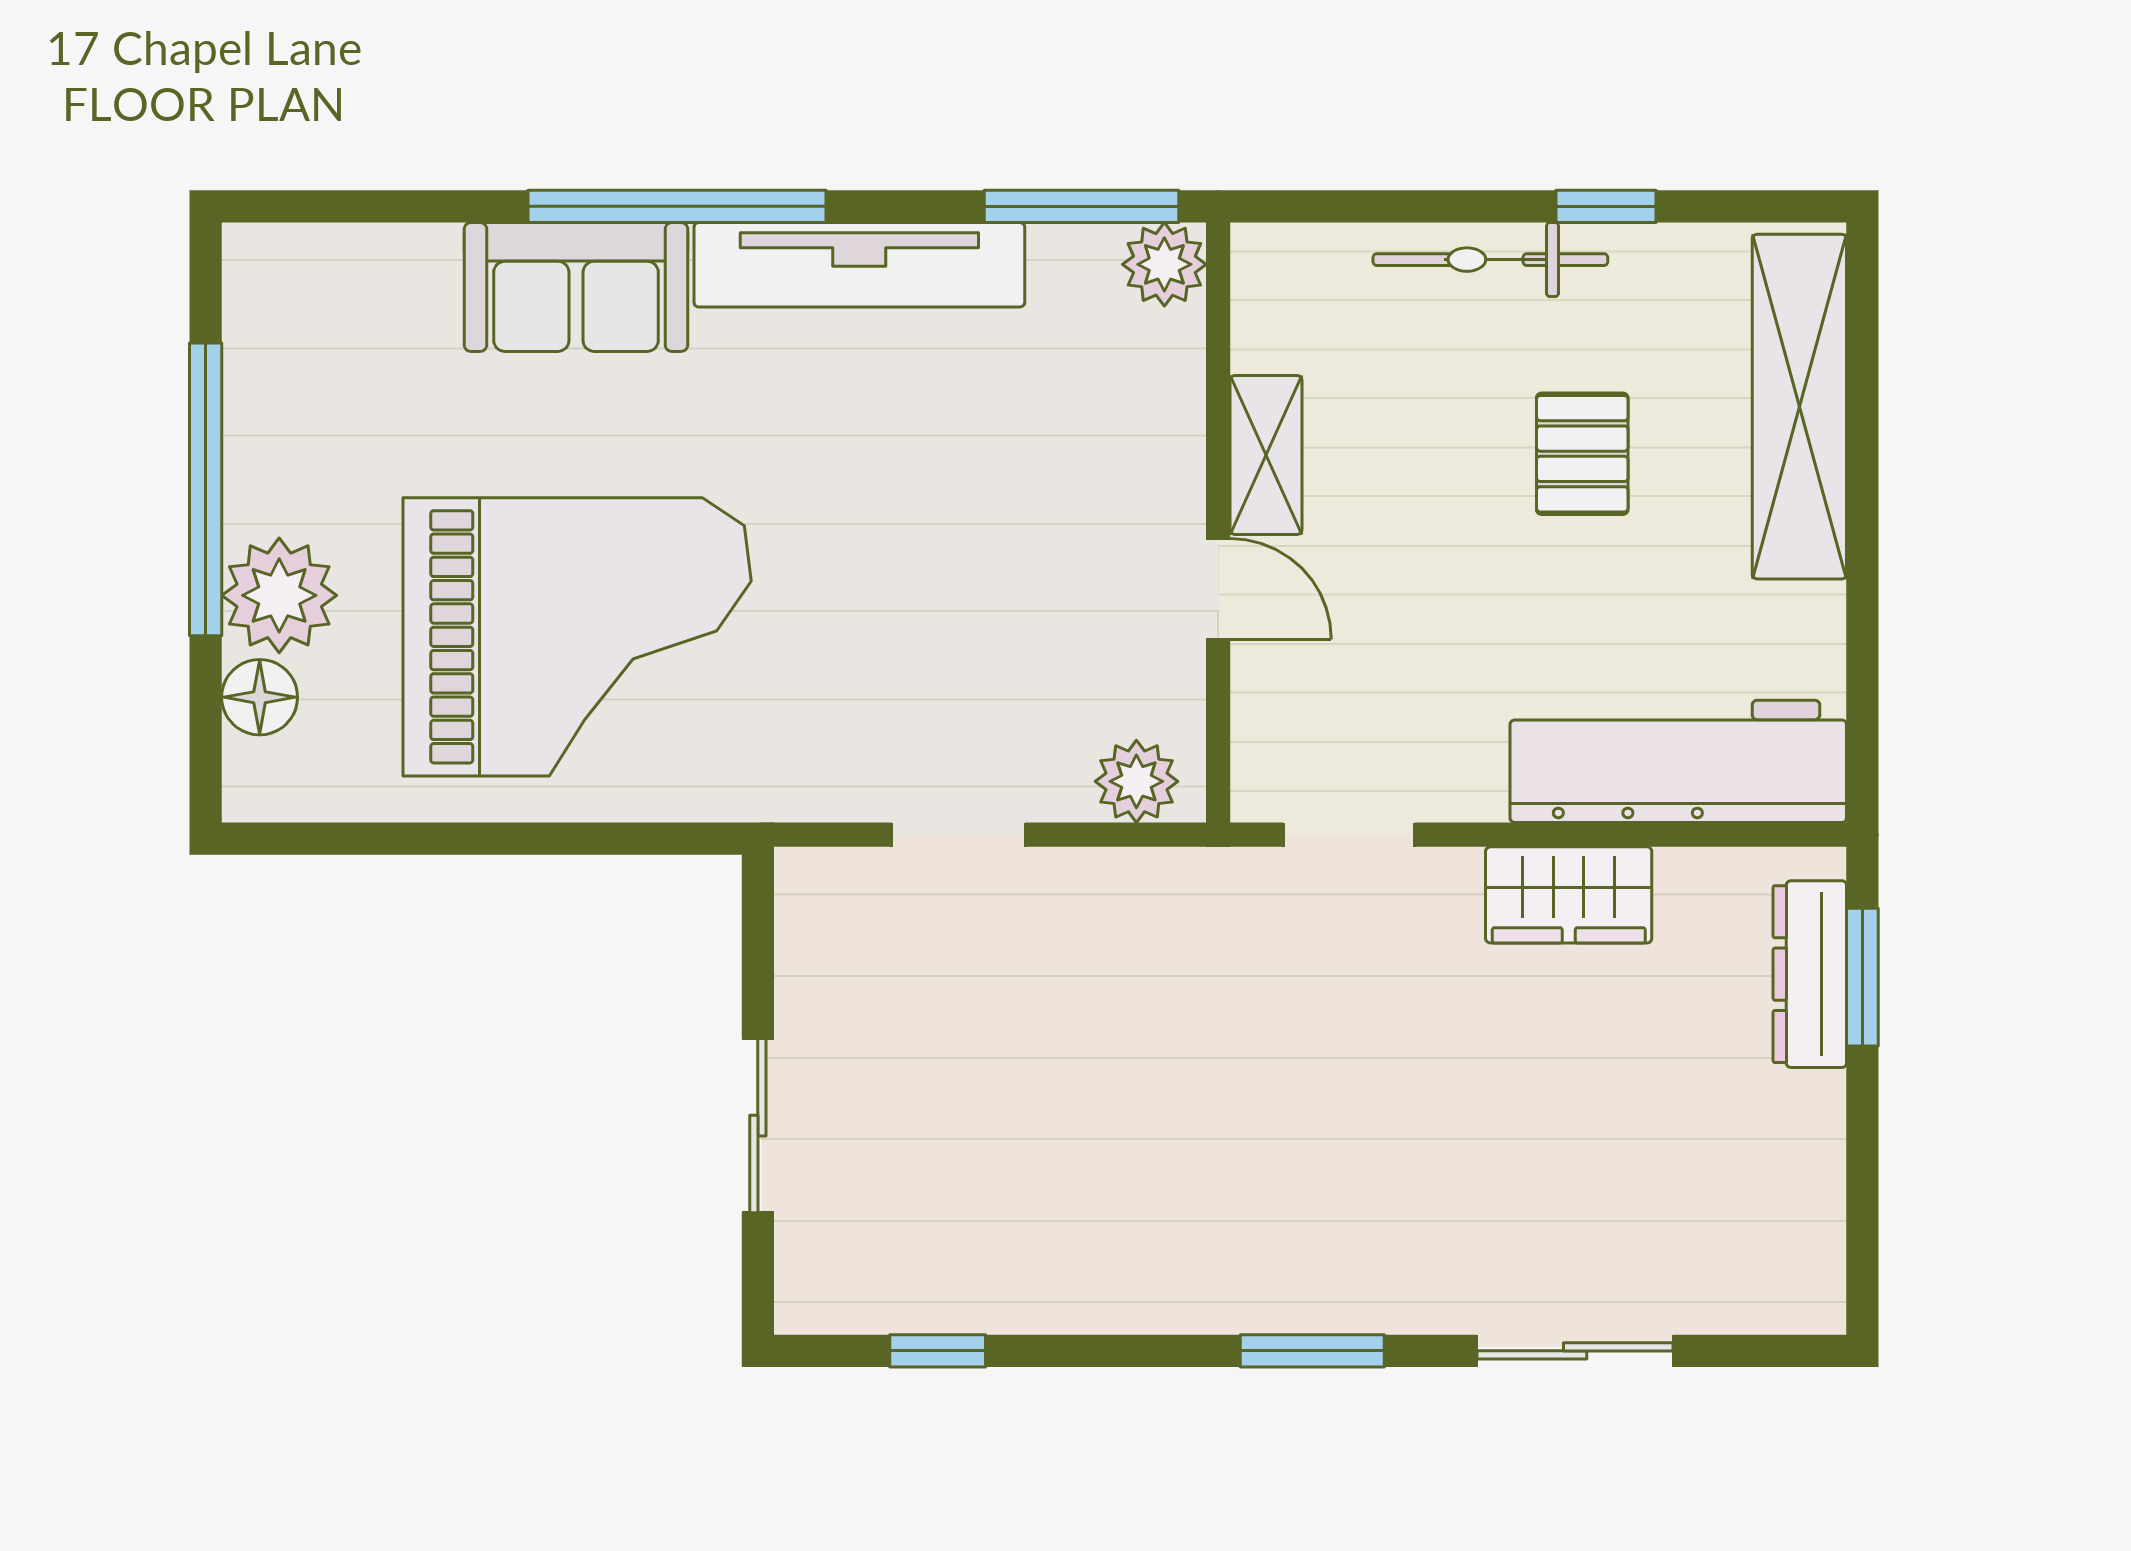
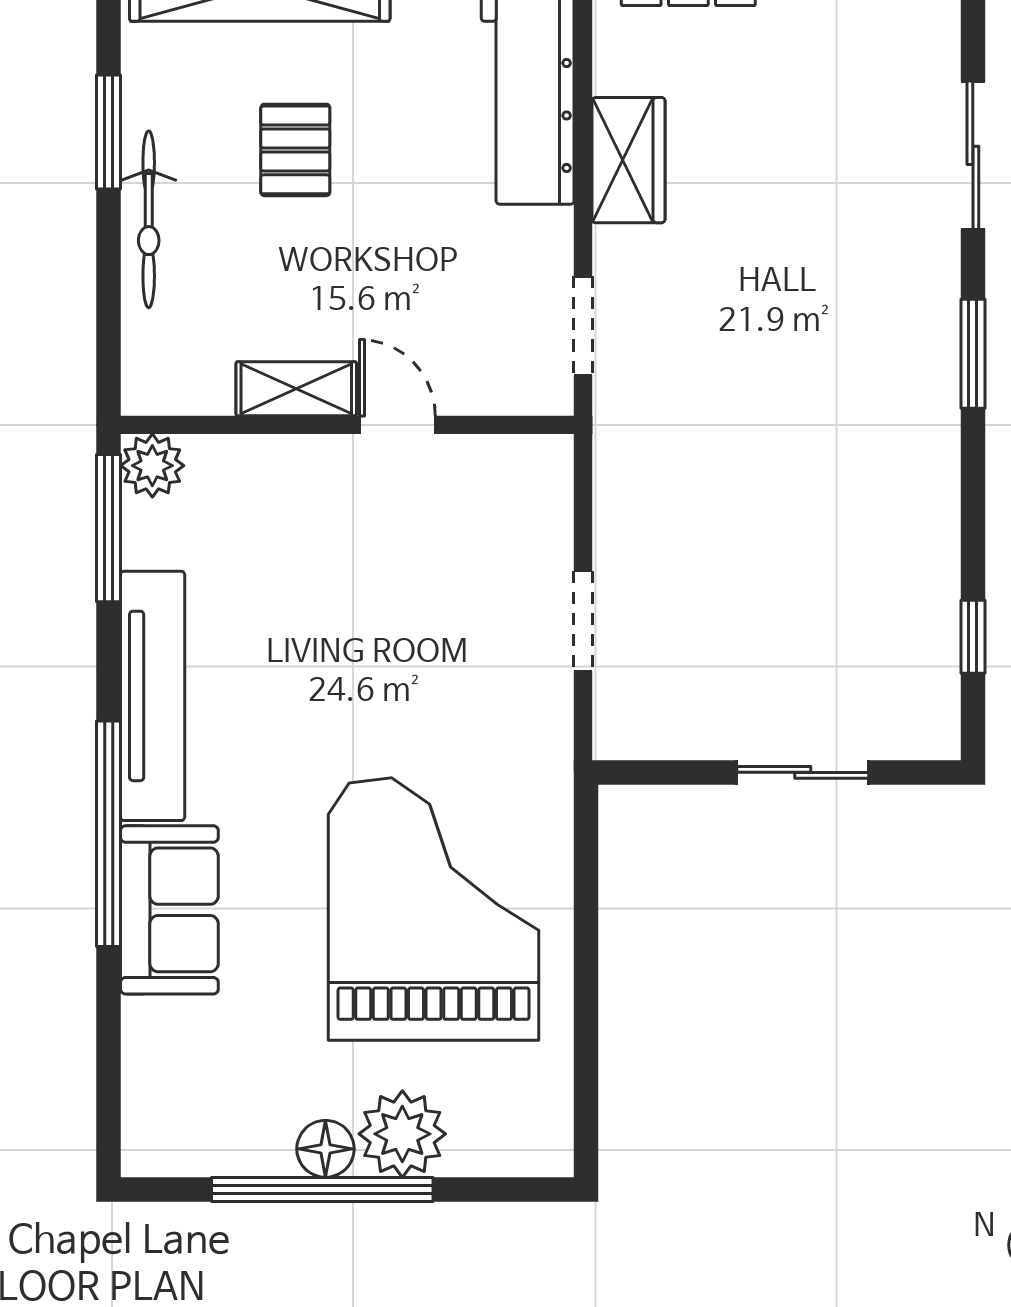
window: (1606, 206) -> (109, 132), width x1.50
pallet: (1582, 454) -> (295, 150), turned 90
door: (1218, 589) -> (397, 425), hinge flipped
floor lamp: (260, 697) -> (325, 1149), moved
plant: (1136, 781) -> (543, 487), removed

